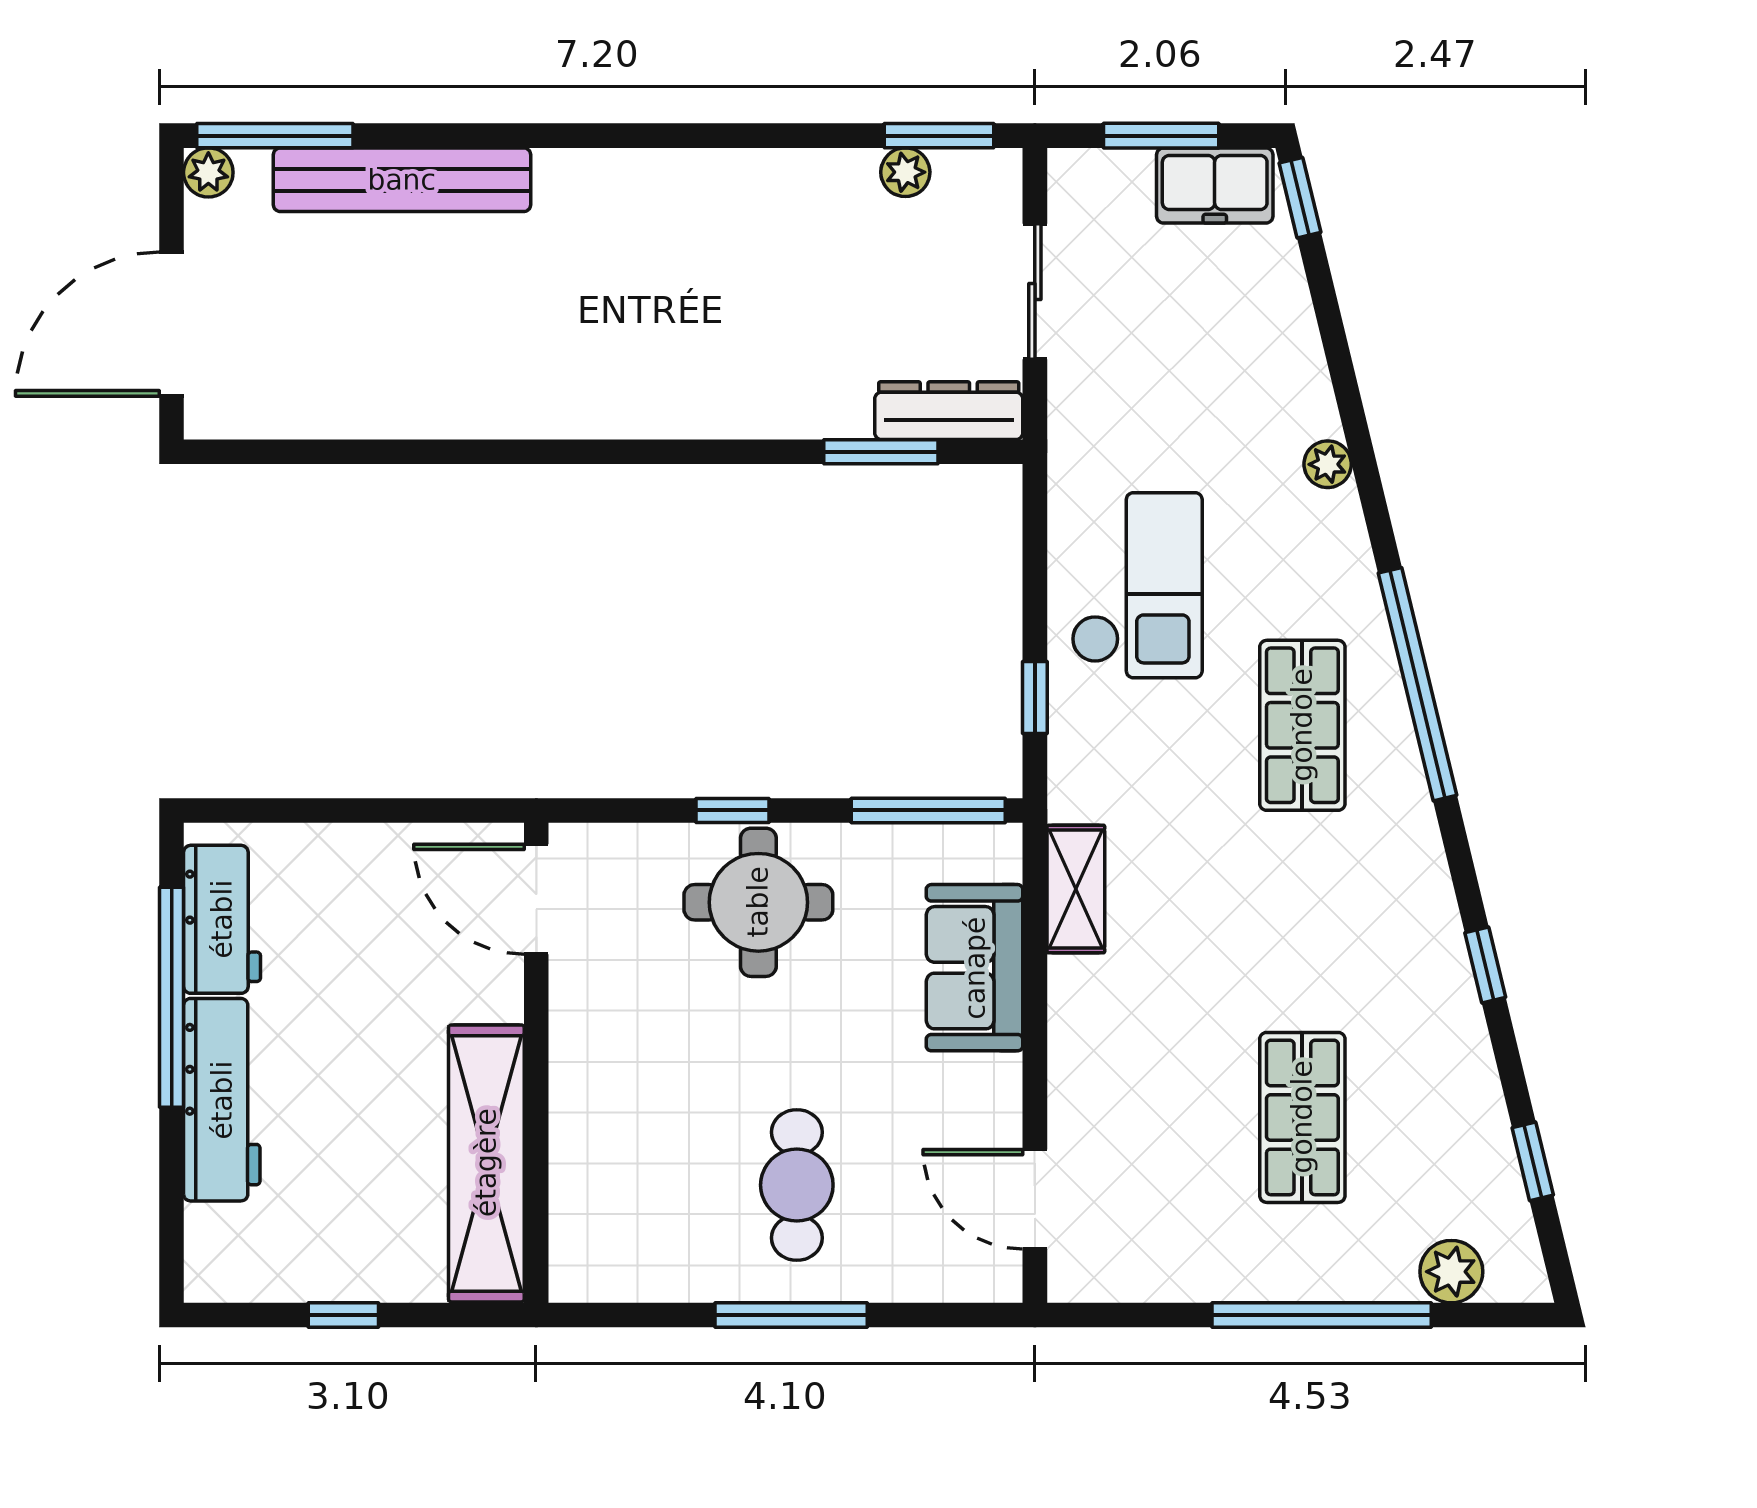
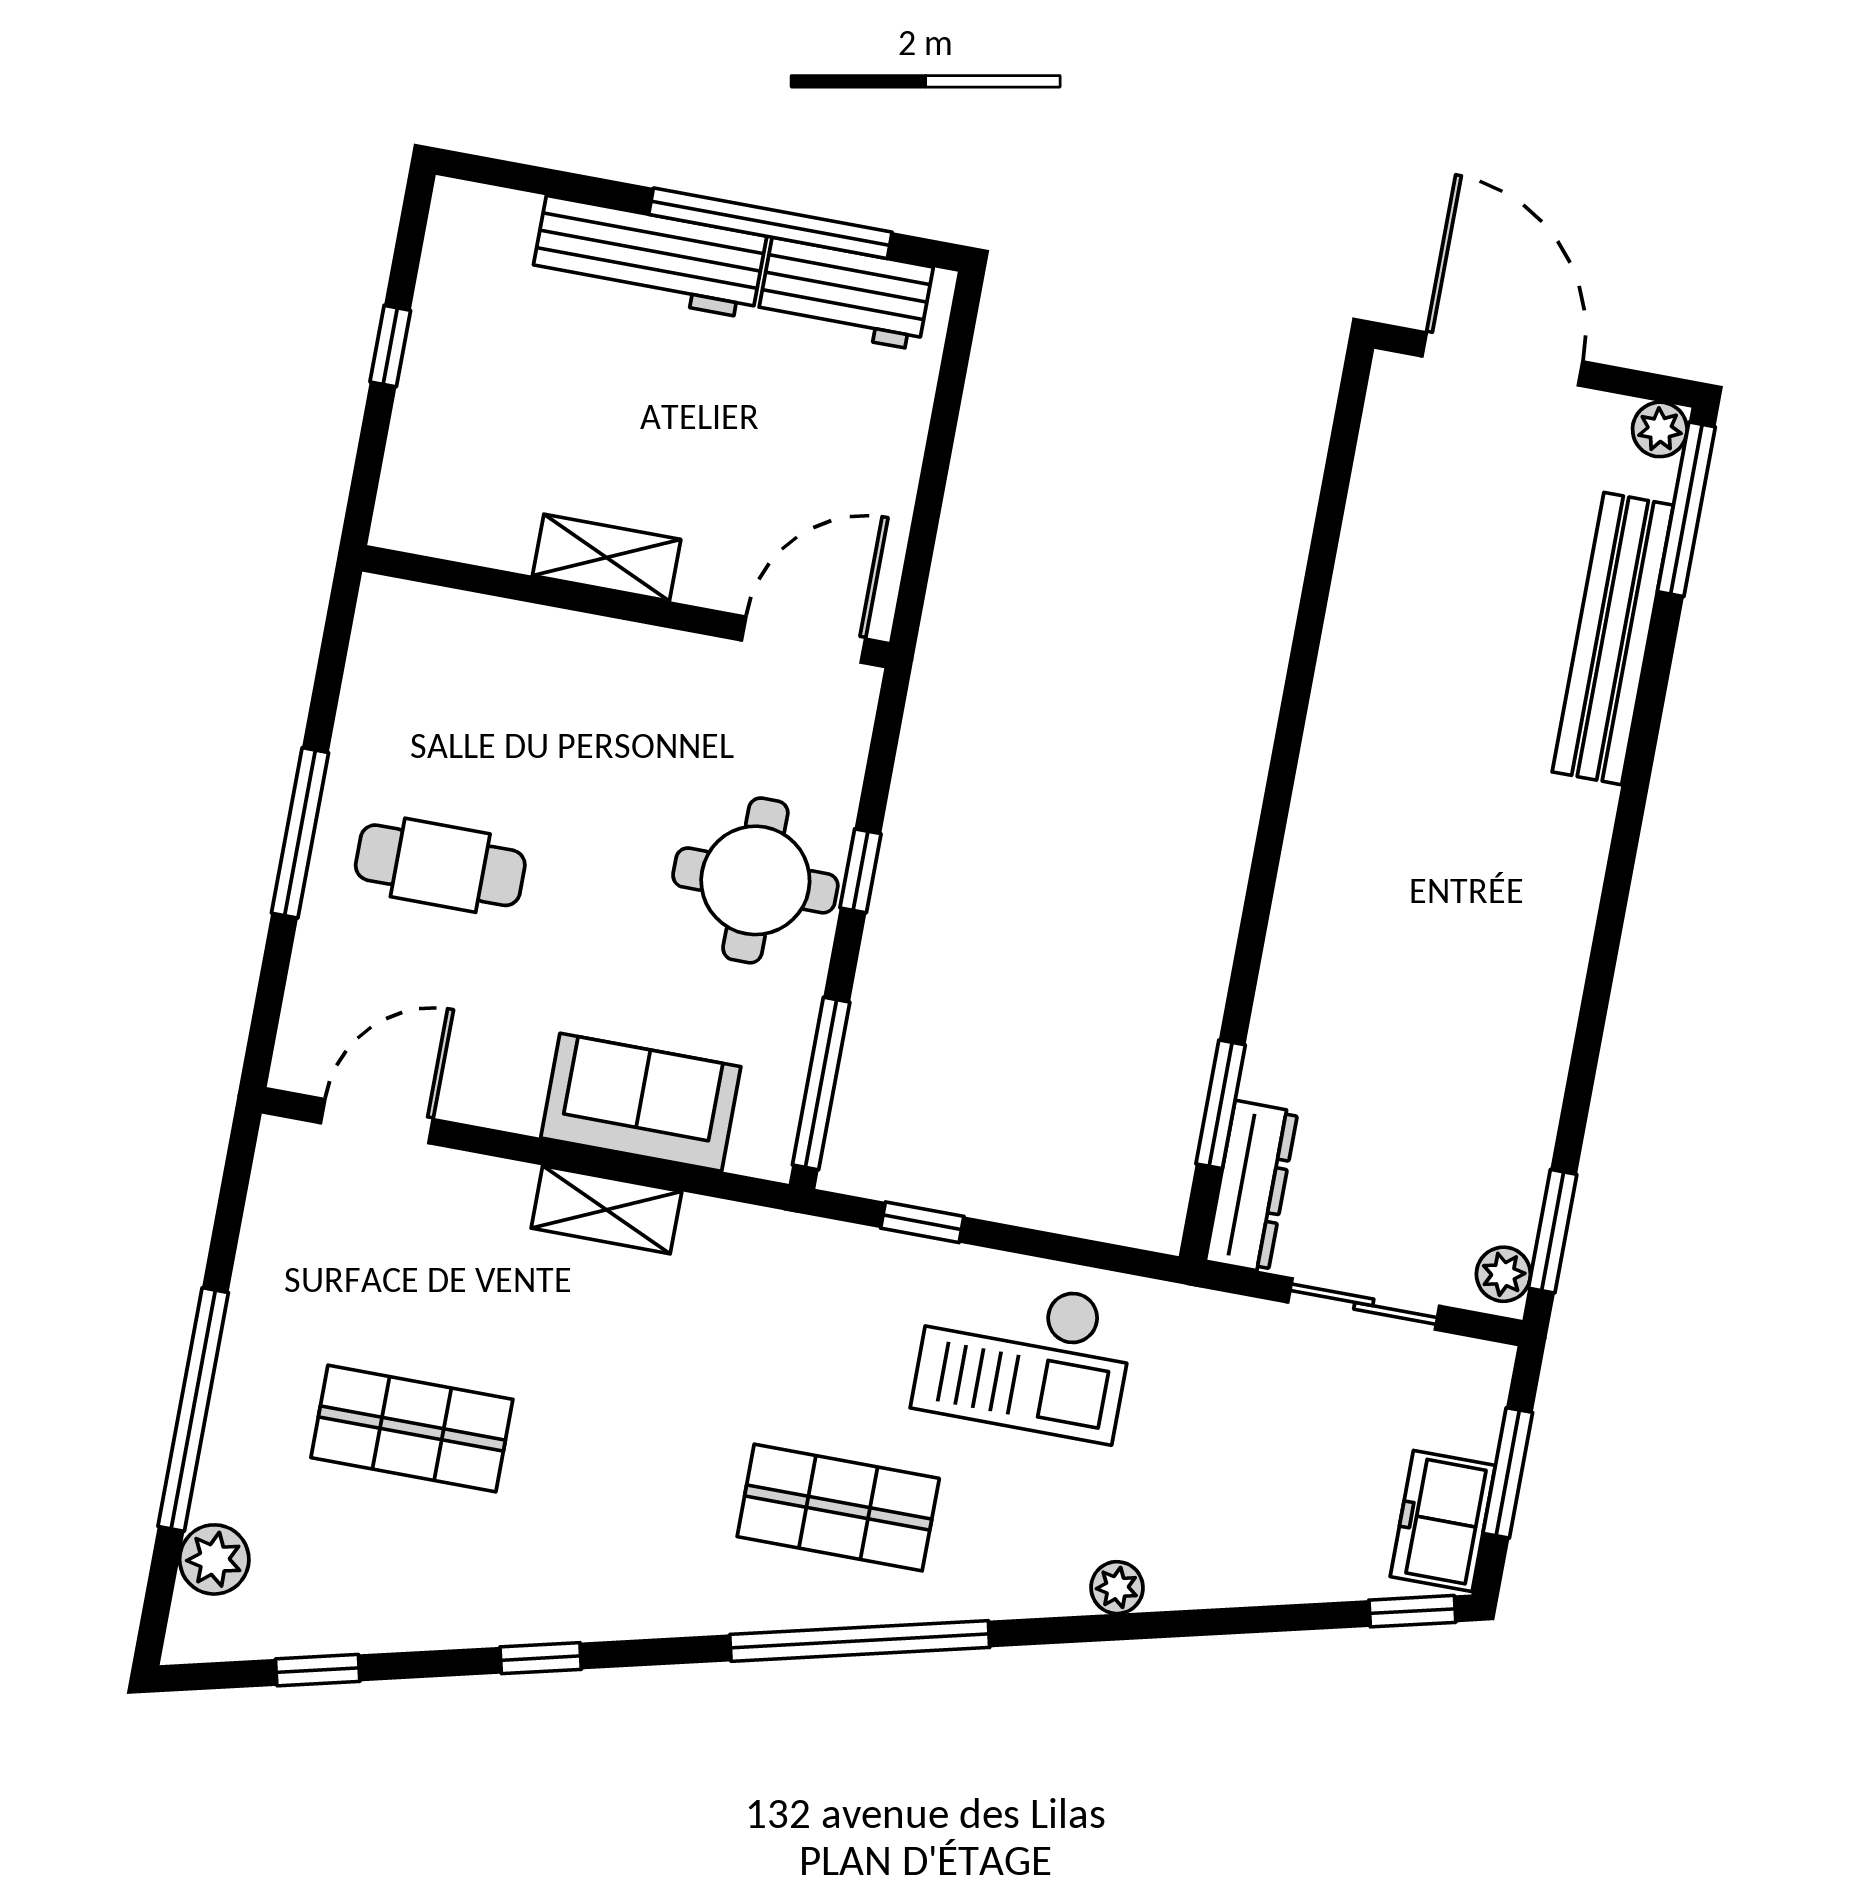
plant: (905, 172) -> (1503, 1274), moved
shelving: (1076, 889) -> (606, 1210), moved
shelving: (486, 1163) -> (607, 558), width x0.45, depth x0.75

